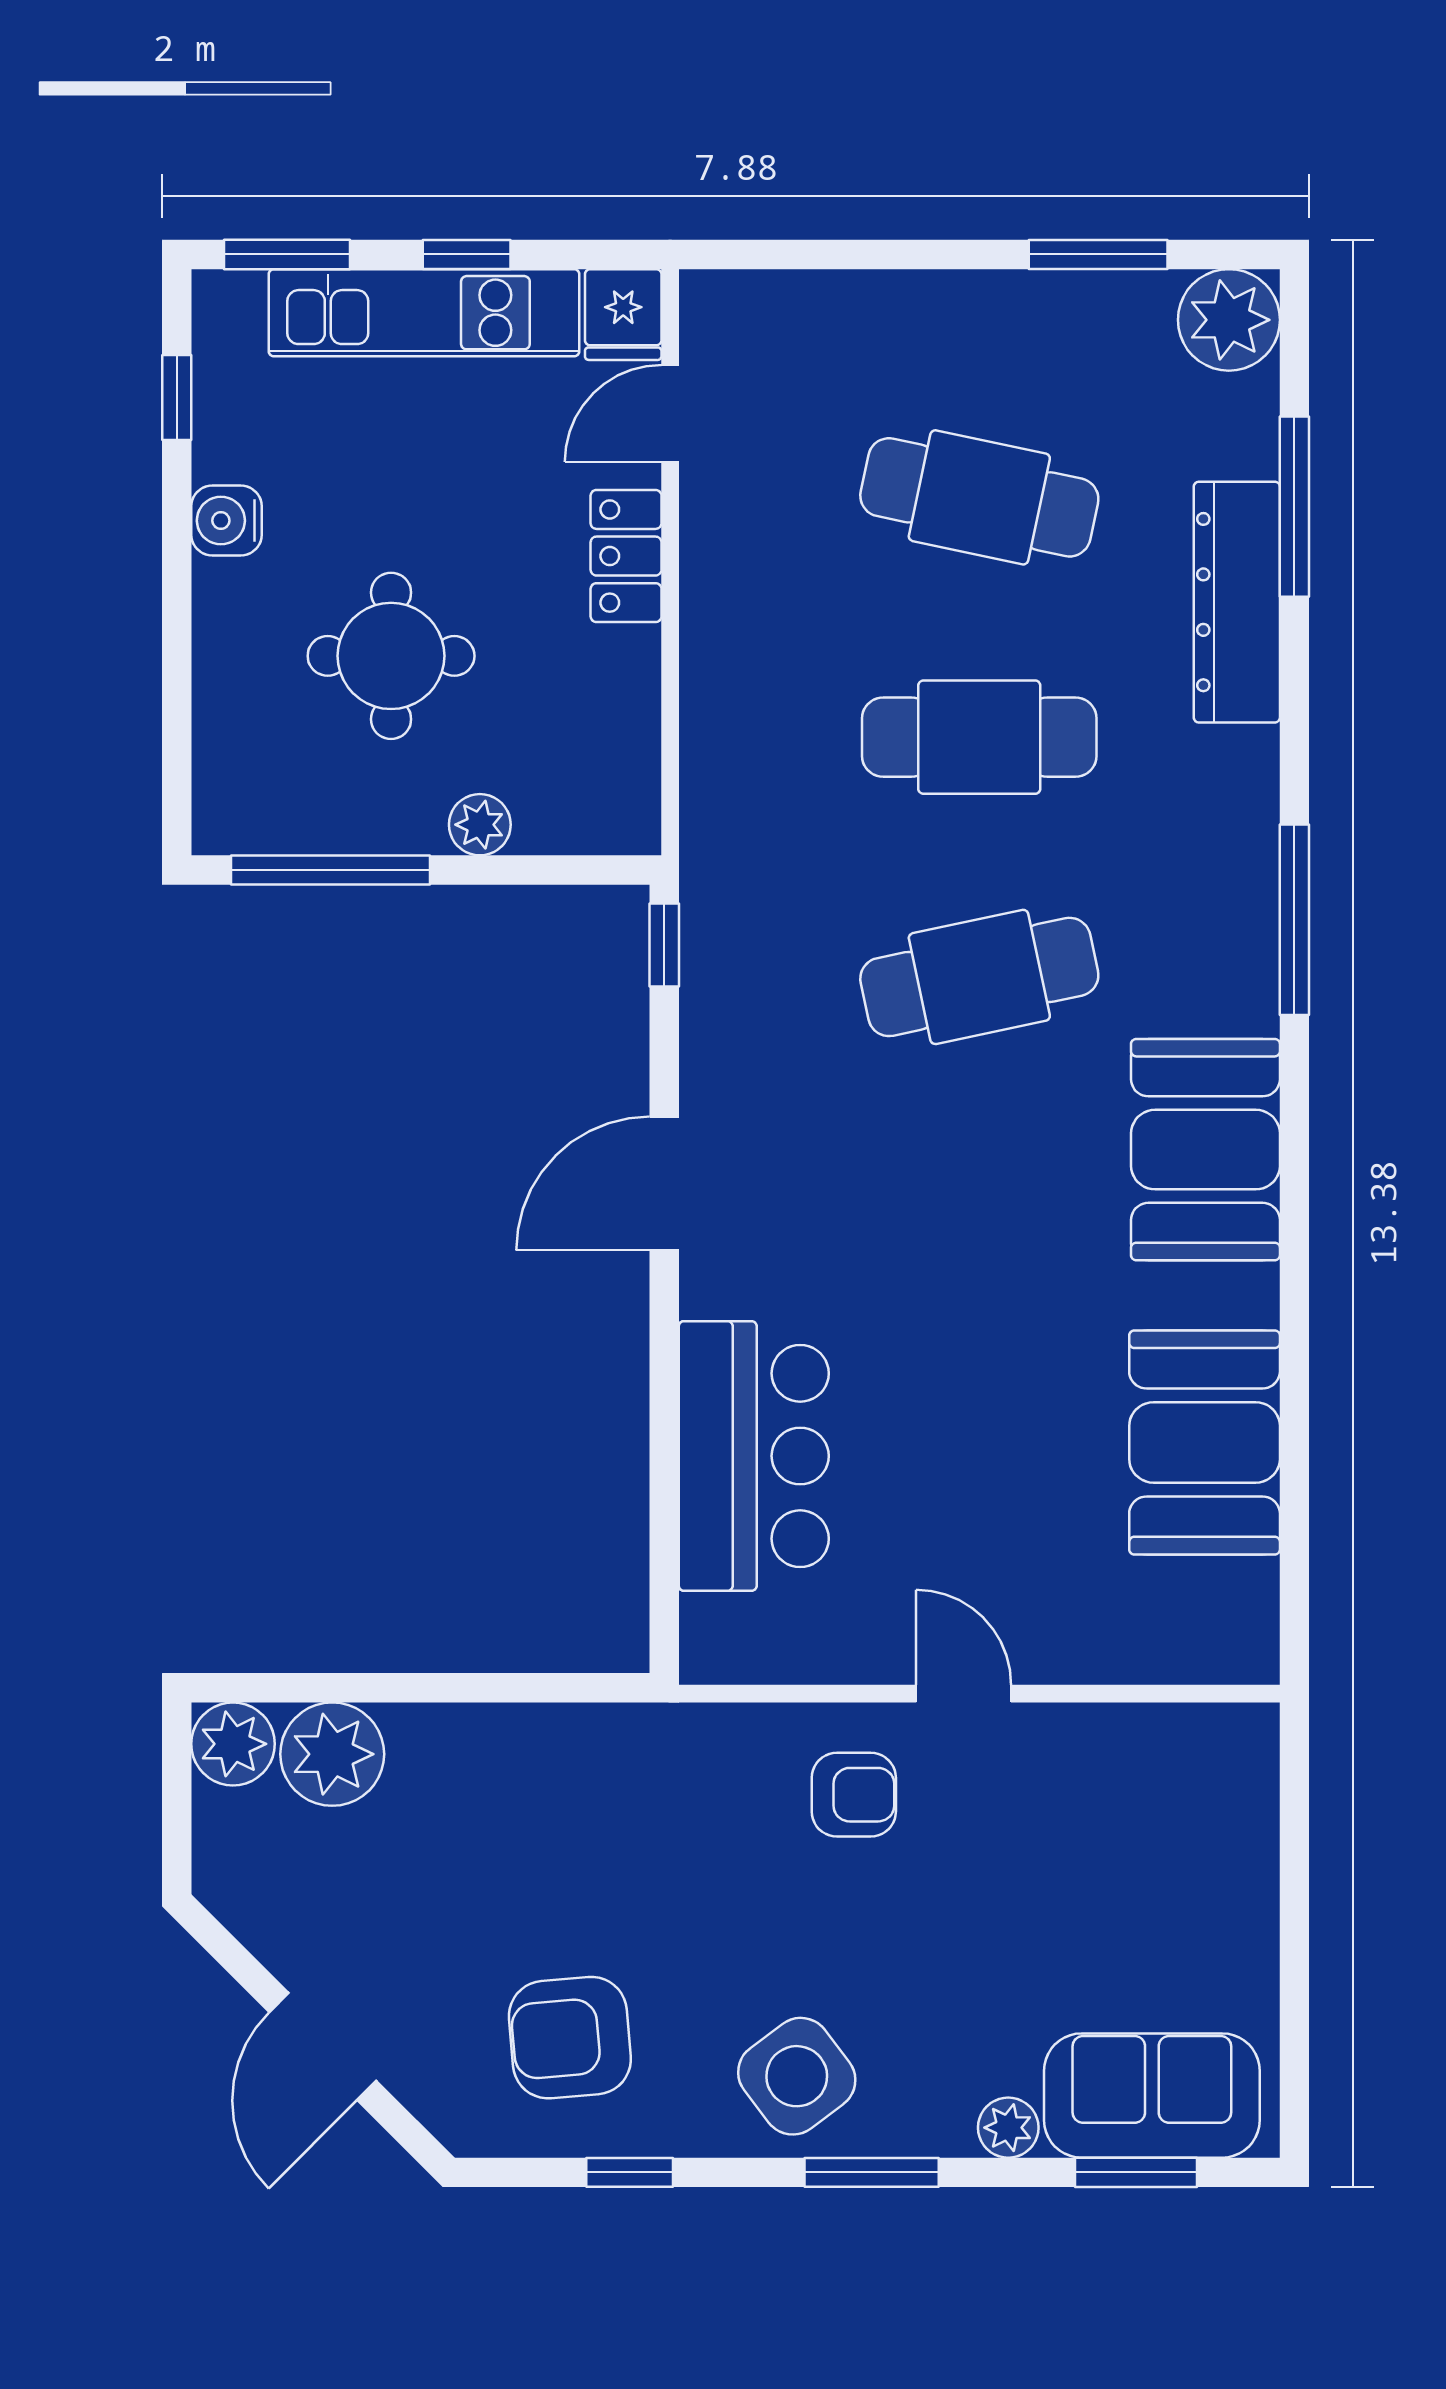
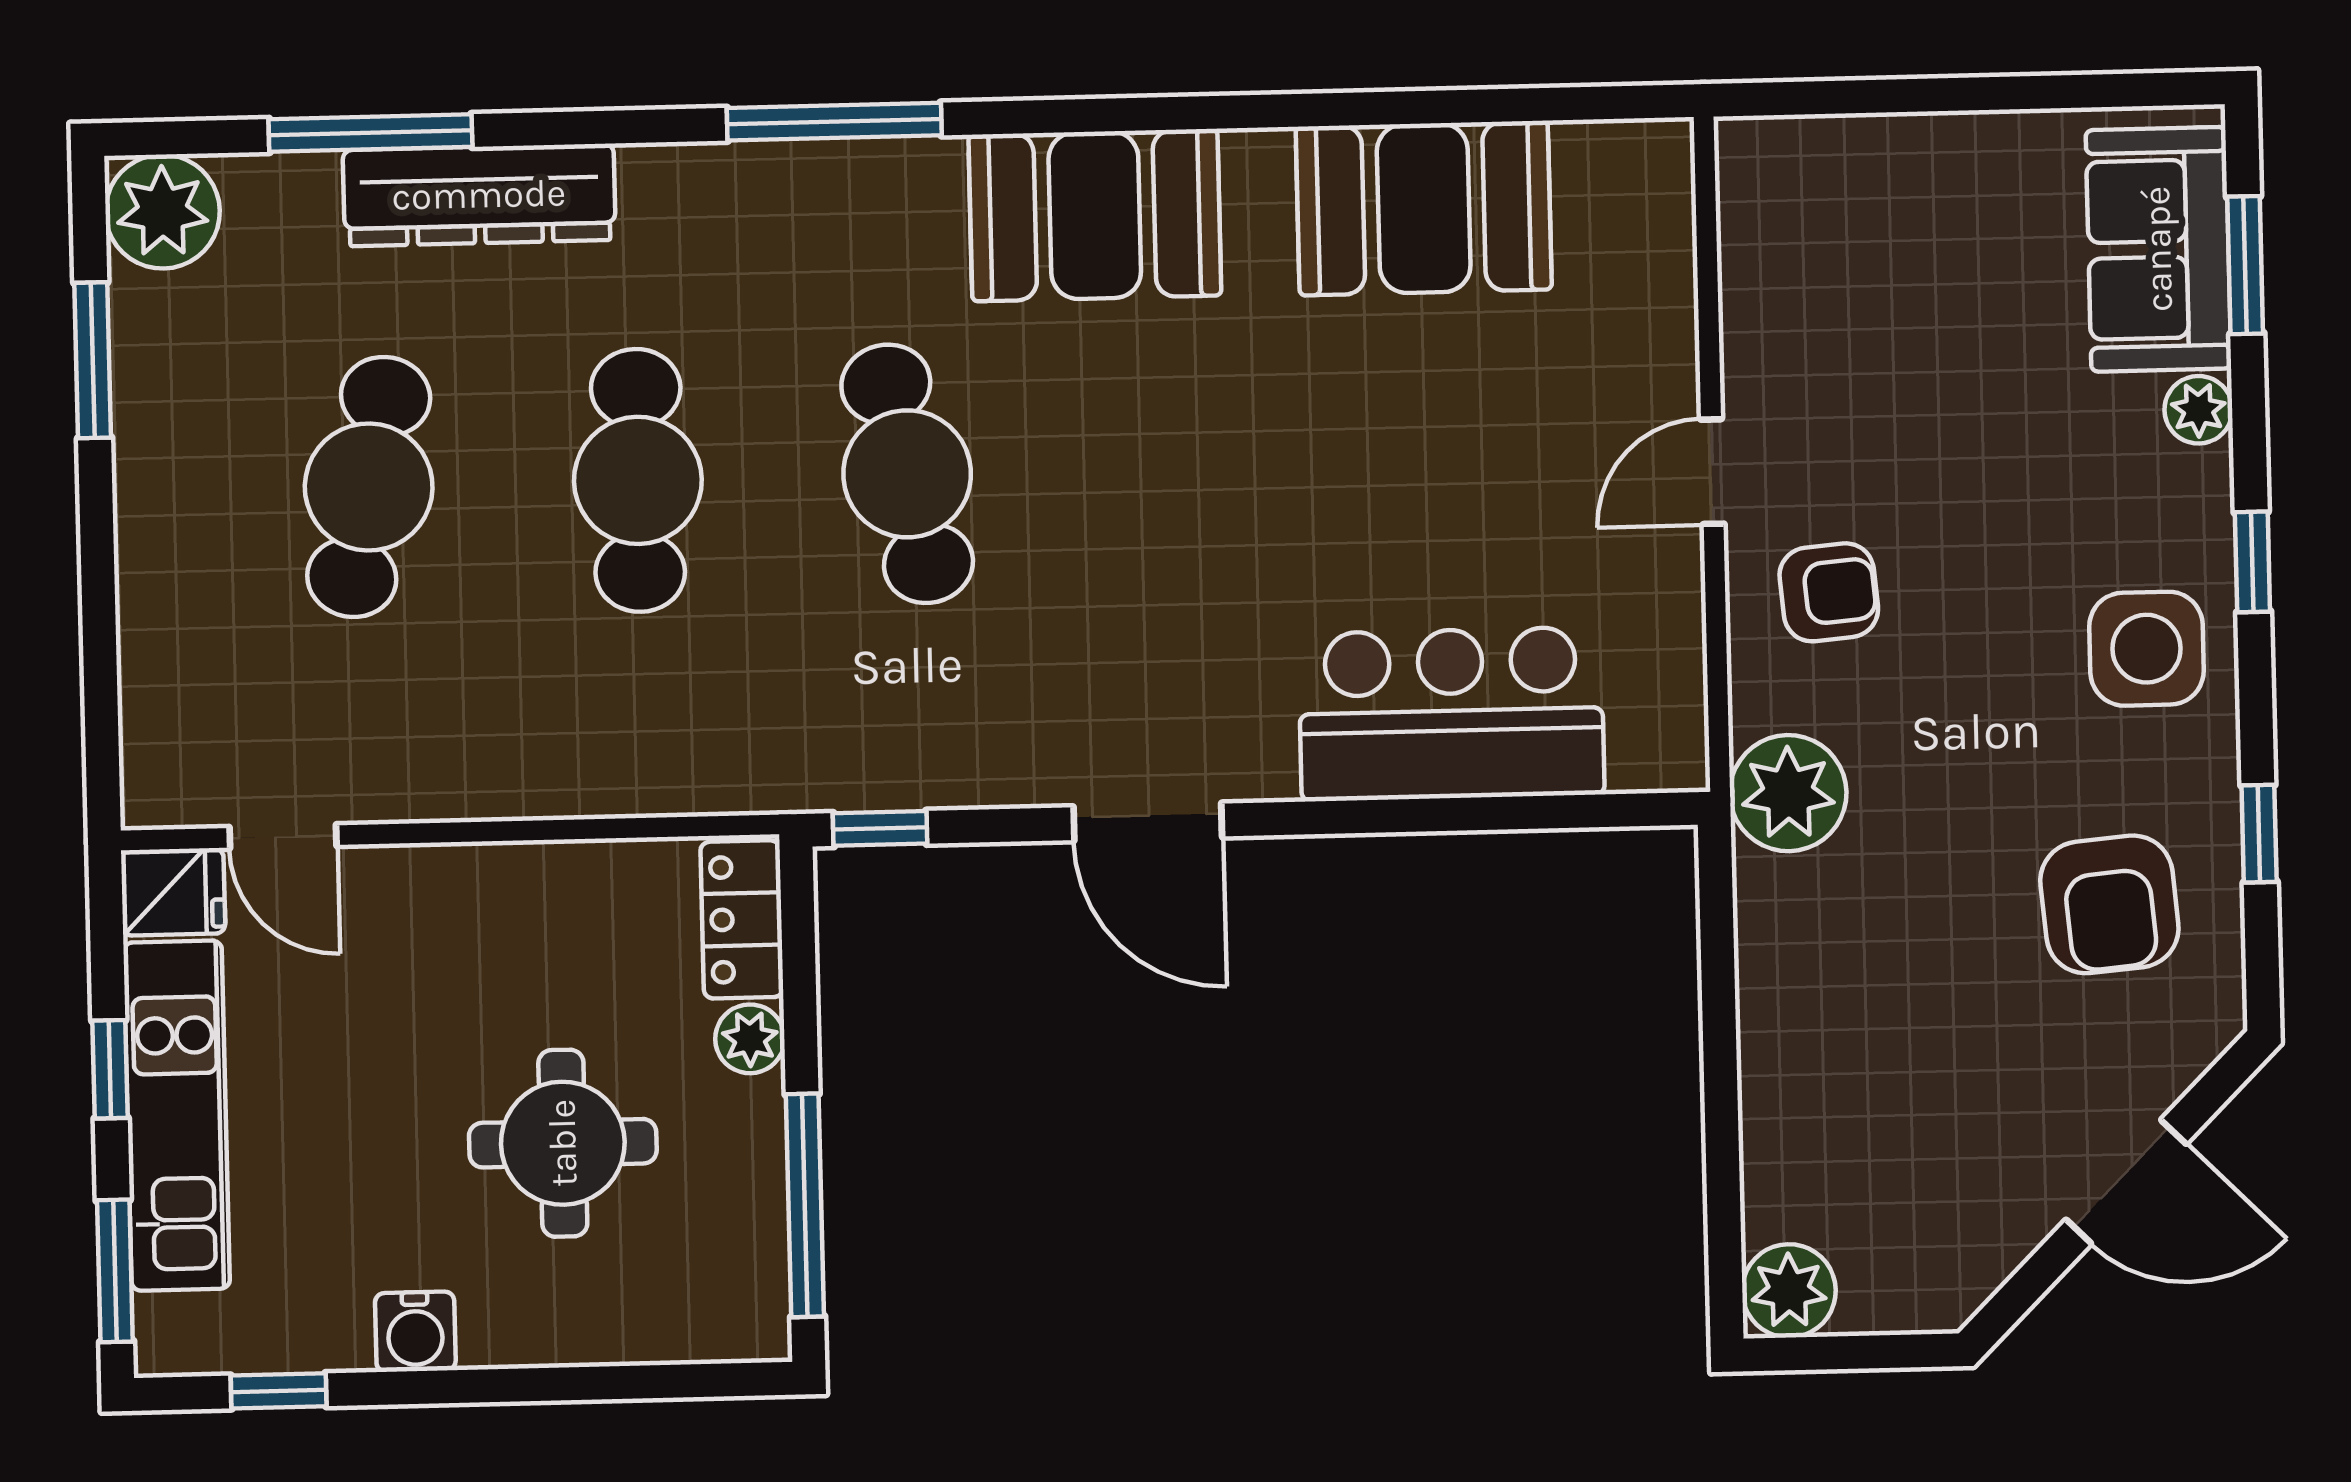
locker: (626, 556) -> (742, 919), moved, turned 90
plant: (332, 1754) -> (1788, 793), moved
armchair: (854, 1795) -> (1829, 592), turned 85
side table: (797, 2076) -> (2147, 649), turned 37
window: (872, 2172) -> (2252, 562), width x0.67

